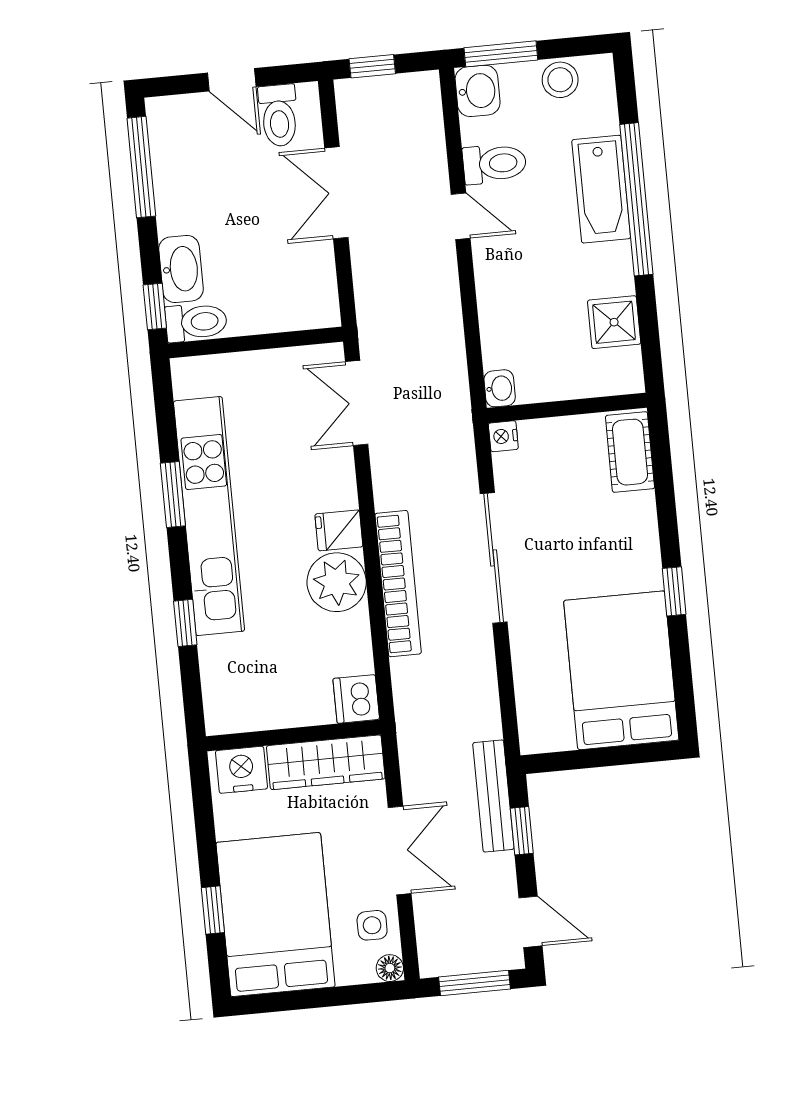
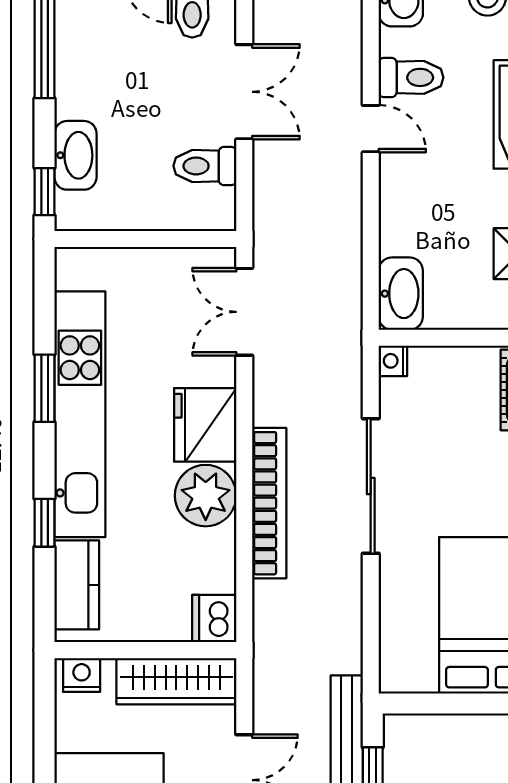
double door: (336, 193) -> (244, 92), swing flipped
toilet: (196, 322) -> (205, 166), moved, turned 180
washbasin: (500, 388) -> (401, 294), width x1.91, depth x1.45
fridge: (339, 530) -> (205, 425), width x1.88, depth x1.34
kitchen counter: (222, 679) -> (77, 585), added
nightstand: (241, 770) -> (82, 675), width x0.74, depth x0.75

